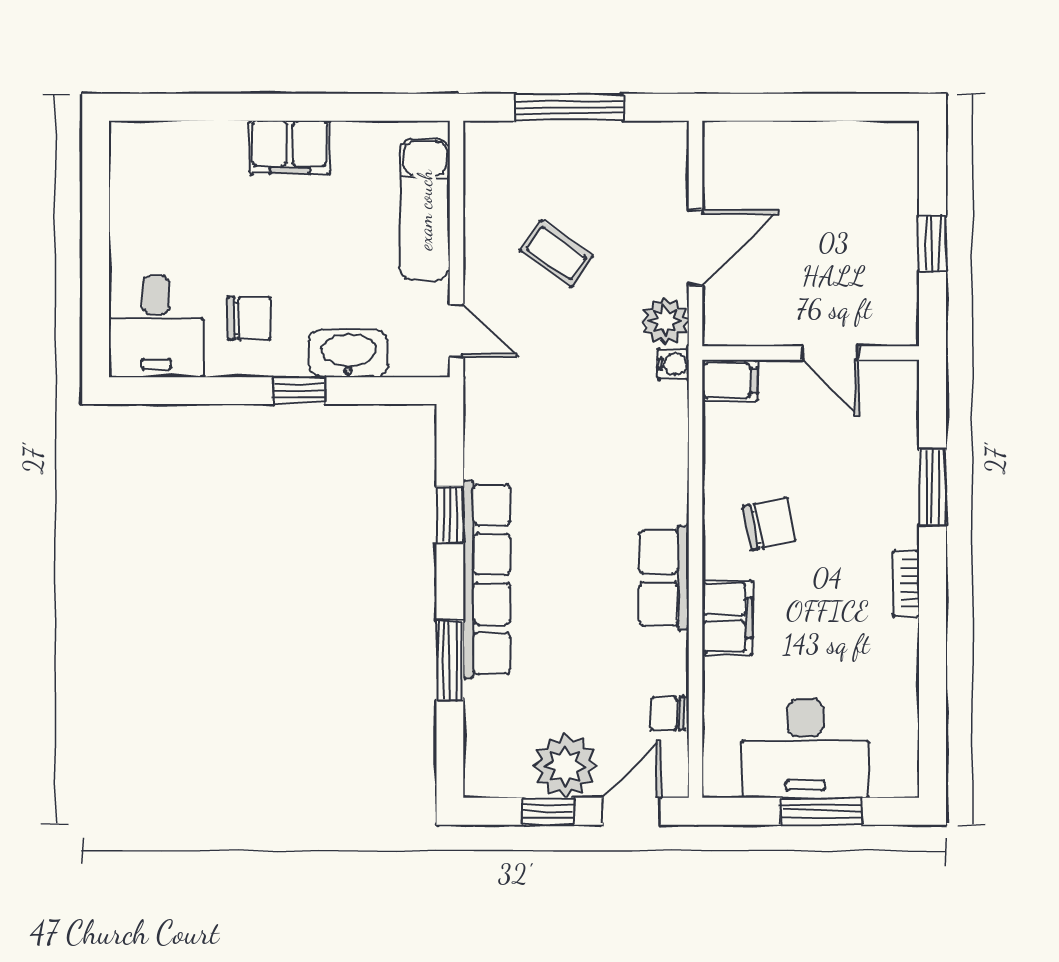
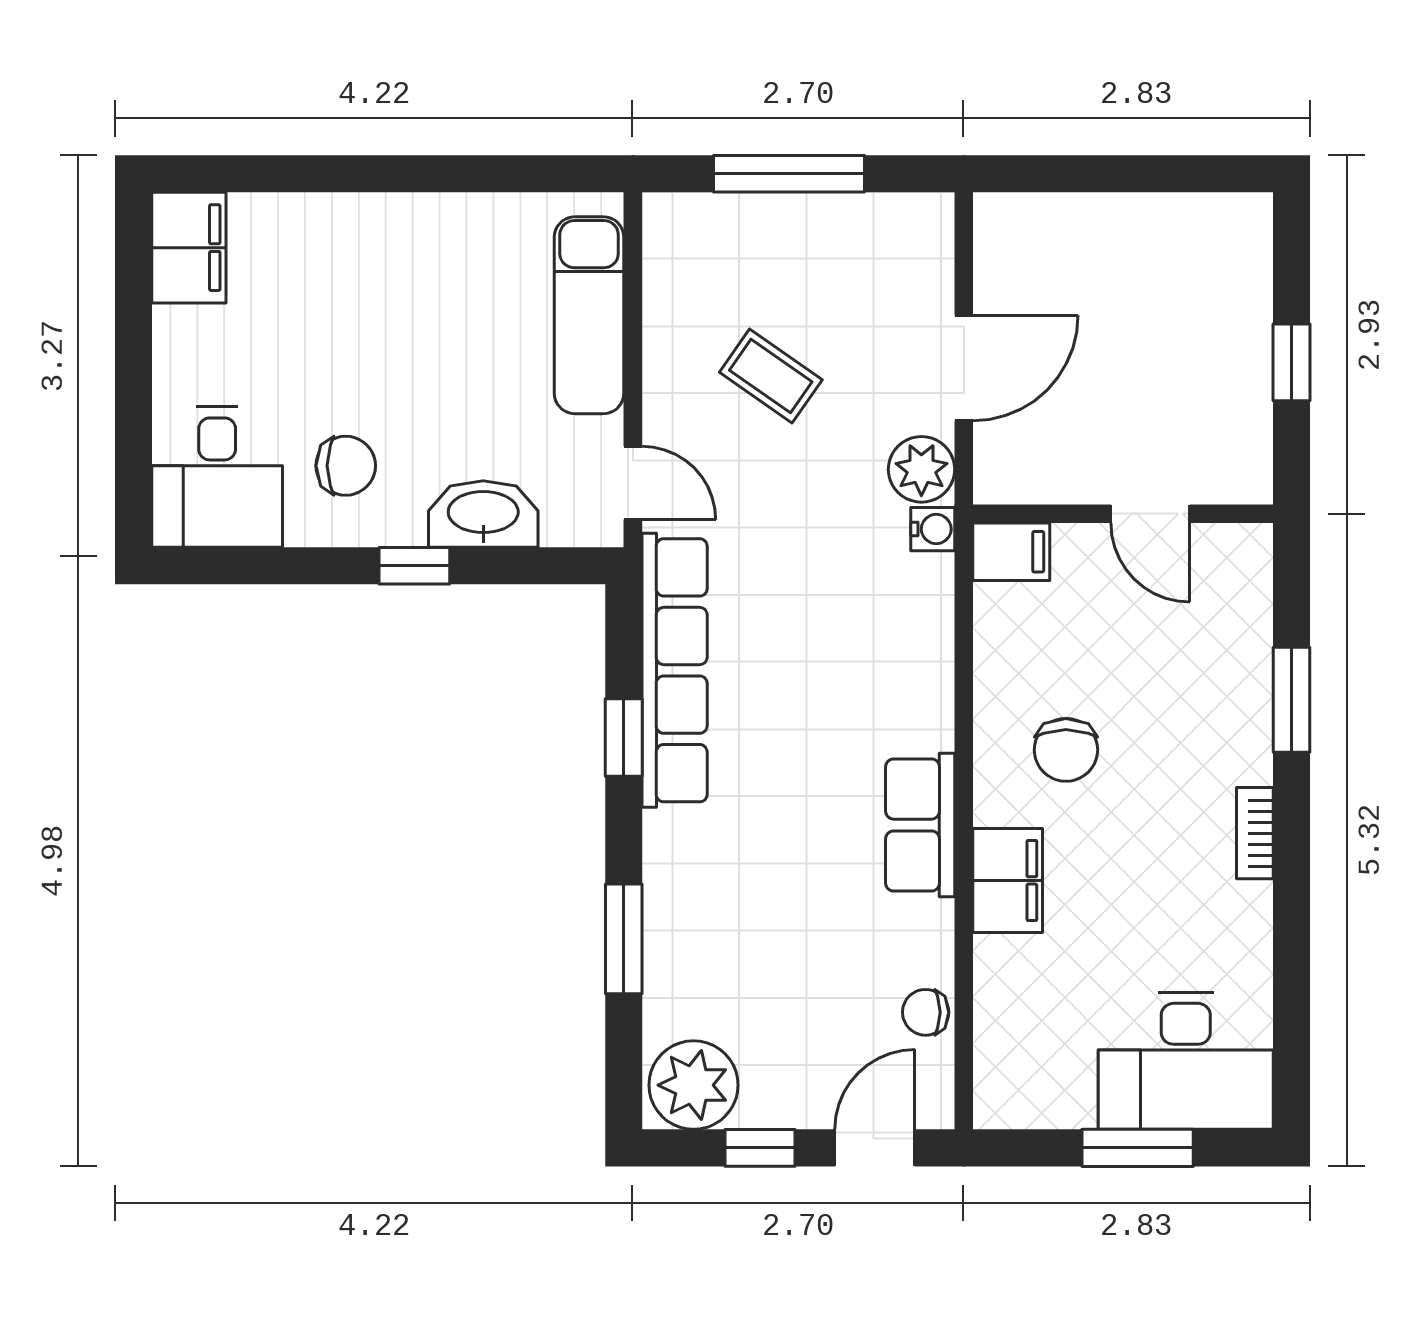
filing cabinet: (290, 147) -> (189, 248), moved, turned -90
chair: (769, 524) -> (1066, 750), turned 102
row of seats: (487, 579) -> (675, 670), moved
desk: (805, 748) -> (1186, 1061), moved
plant: (565, 766) -> (694, 1085), moved

